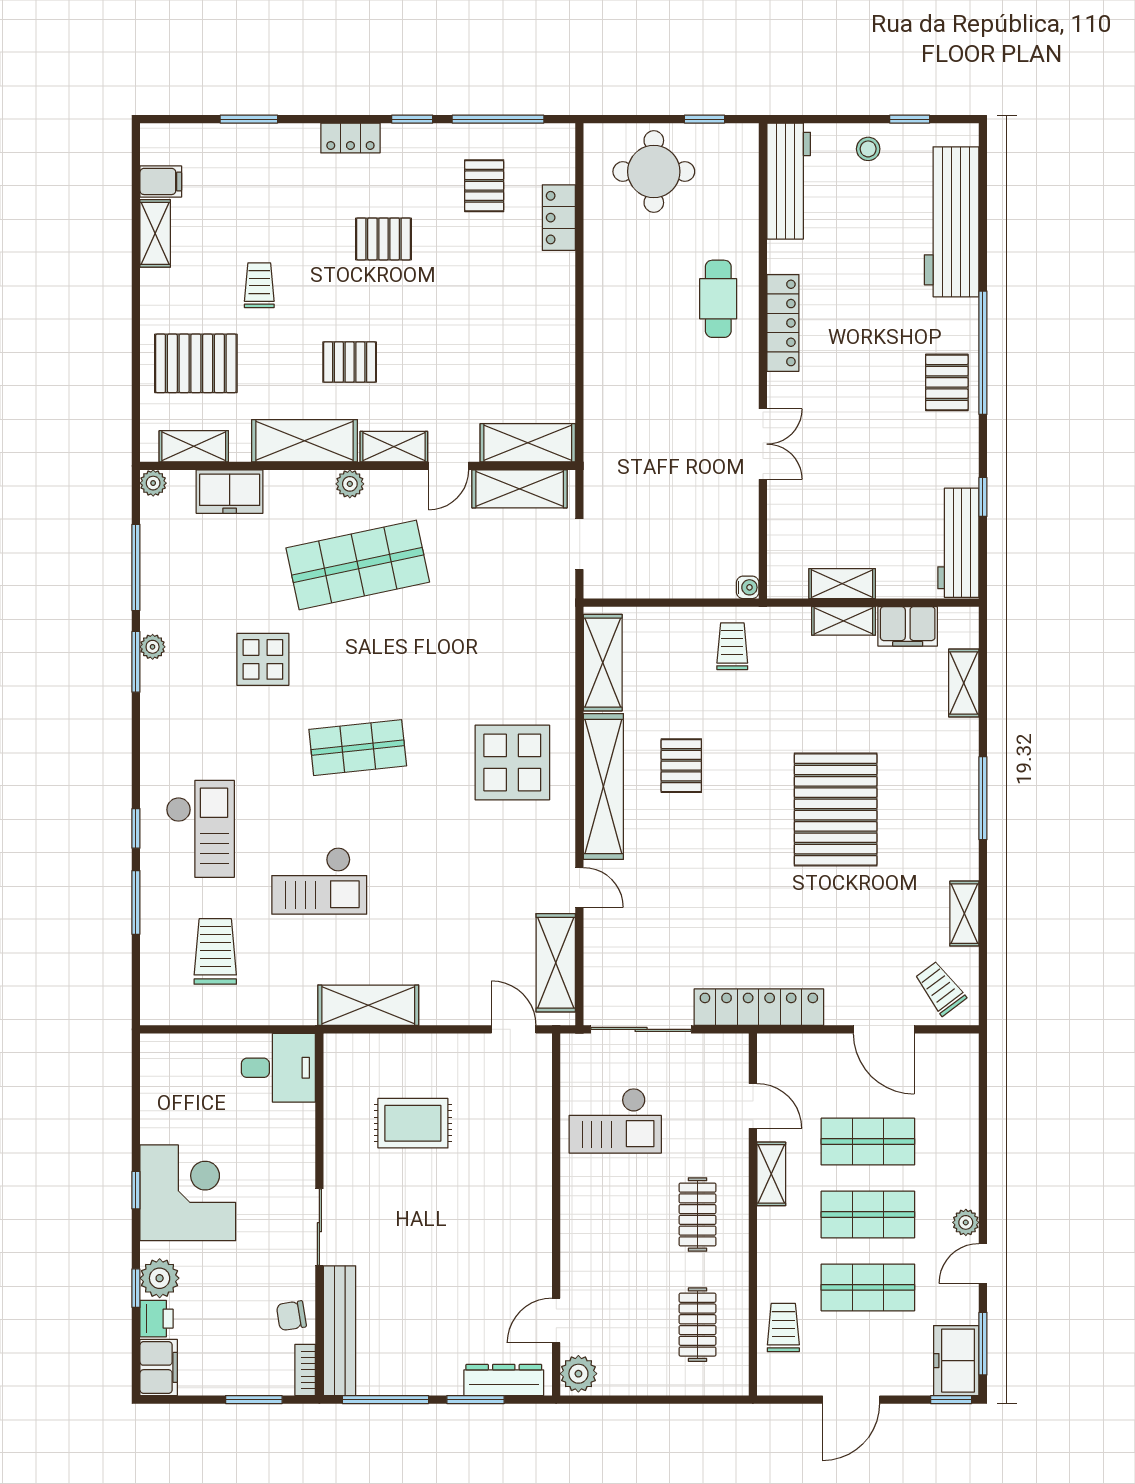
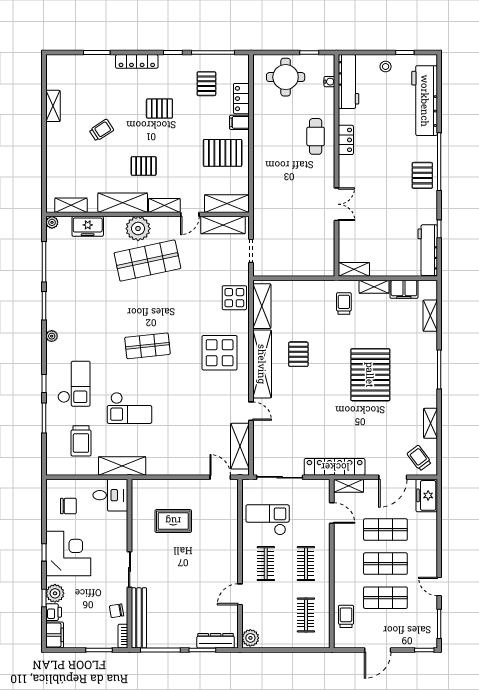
locker: (350, 138) -> (137, 61), width x1.53
filing cabinet: (161, 181) -> (239, 122), moved, turned 180
trolley: (259, 285) -> (102, 130), turned 57
locker: (783, 323) -> (346, 140), width x0.66
pallet: (196, 363) -> (223, 153), moved
plant: (350, 484) -> (138, 229), width x1.87, depth x1.87
shelving: (842, 584) -> (354, 269), moved
water cooler: (748, 587) -> (329, 82), moved
trolley: (732, 646) -> (344, 303), moved
plant: (153, 647) -> (52, 336), moved
display table: (263, 659) -> (234, 298), moved
trolley: (215, 951) -> (81, 441), turned 180
shelving: (368, 1005) -> (122, 466), moved
door: (884, 1029) -> (393, 477), hinge flipped
chair: (188, 1091) -> (68, 506), added
checkout: (615, 1121) -> (268, 520), turned 180
shelving: (771, 1174) -> (348, 486), moved, turned 90
clothes rail: (612, 1214) -> (266, 564), added
plant: (966, 1222) -> (431, 567), removed
door: (983, 1264) -> (439, 586), hinge flipped
door: (556, 1320) -> (240, 594), moved
freezer: (956, 1361) -> (427, 495), moved

